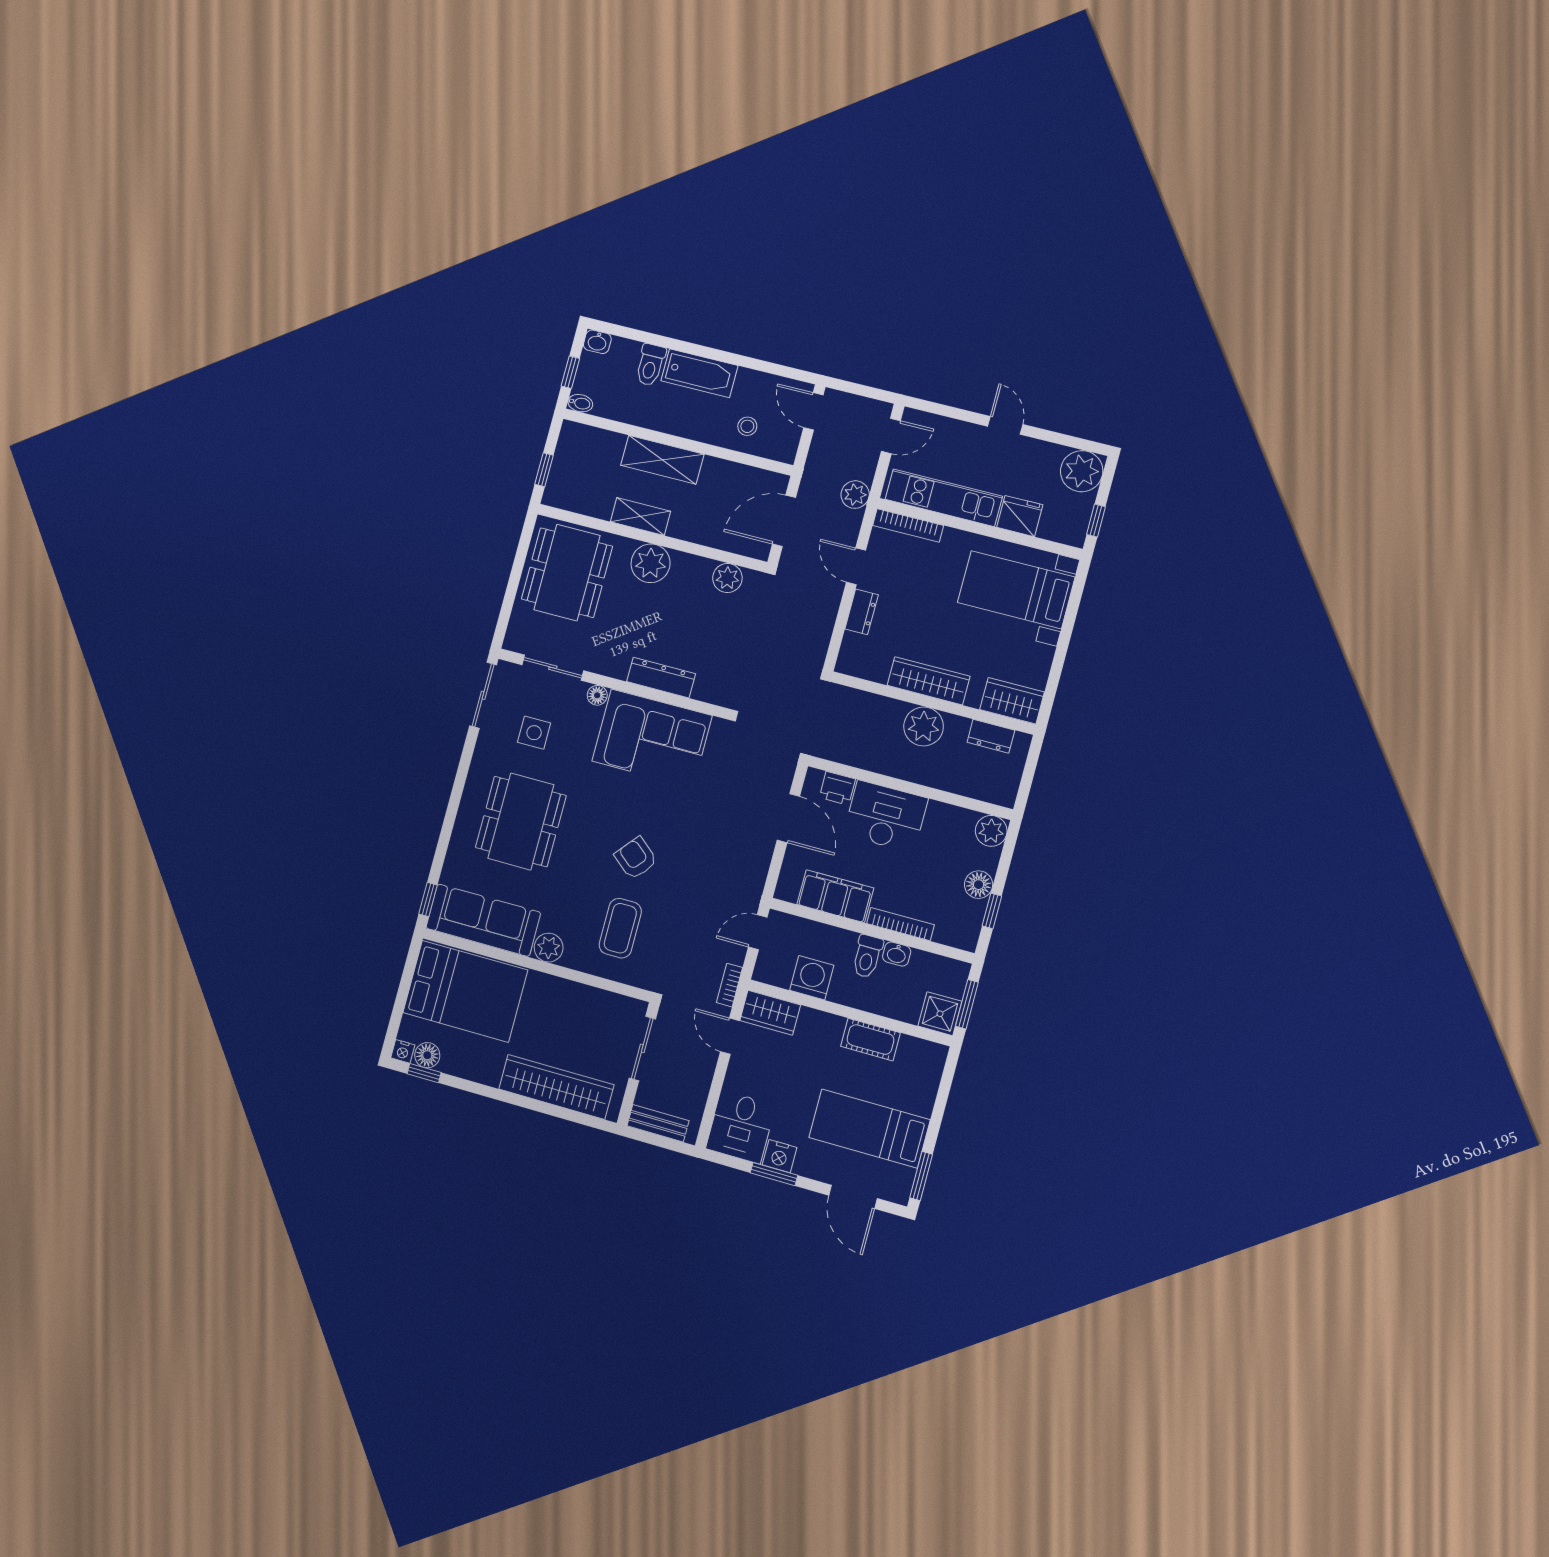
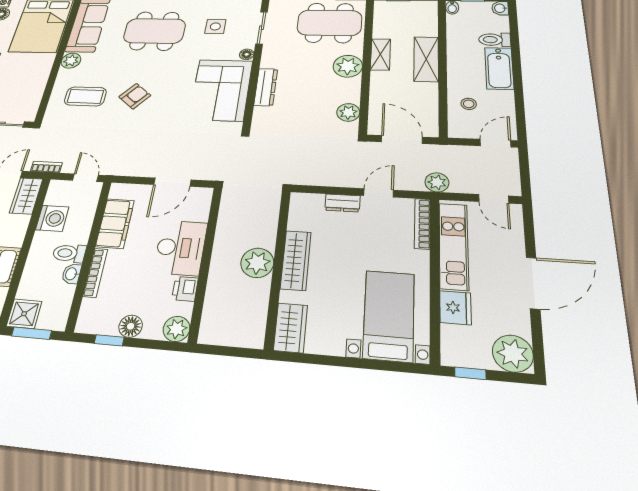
door: (1005, 425) -> (533, 283), width x1.88
dresser: (991, 736) -> (257, 316), removed
printer: (837, 788) -> (185, 289), moved

